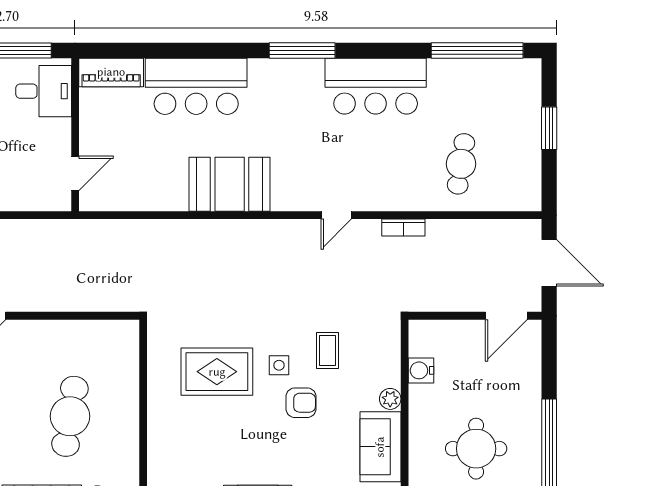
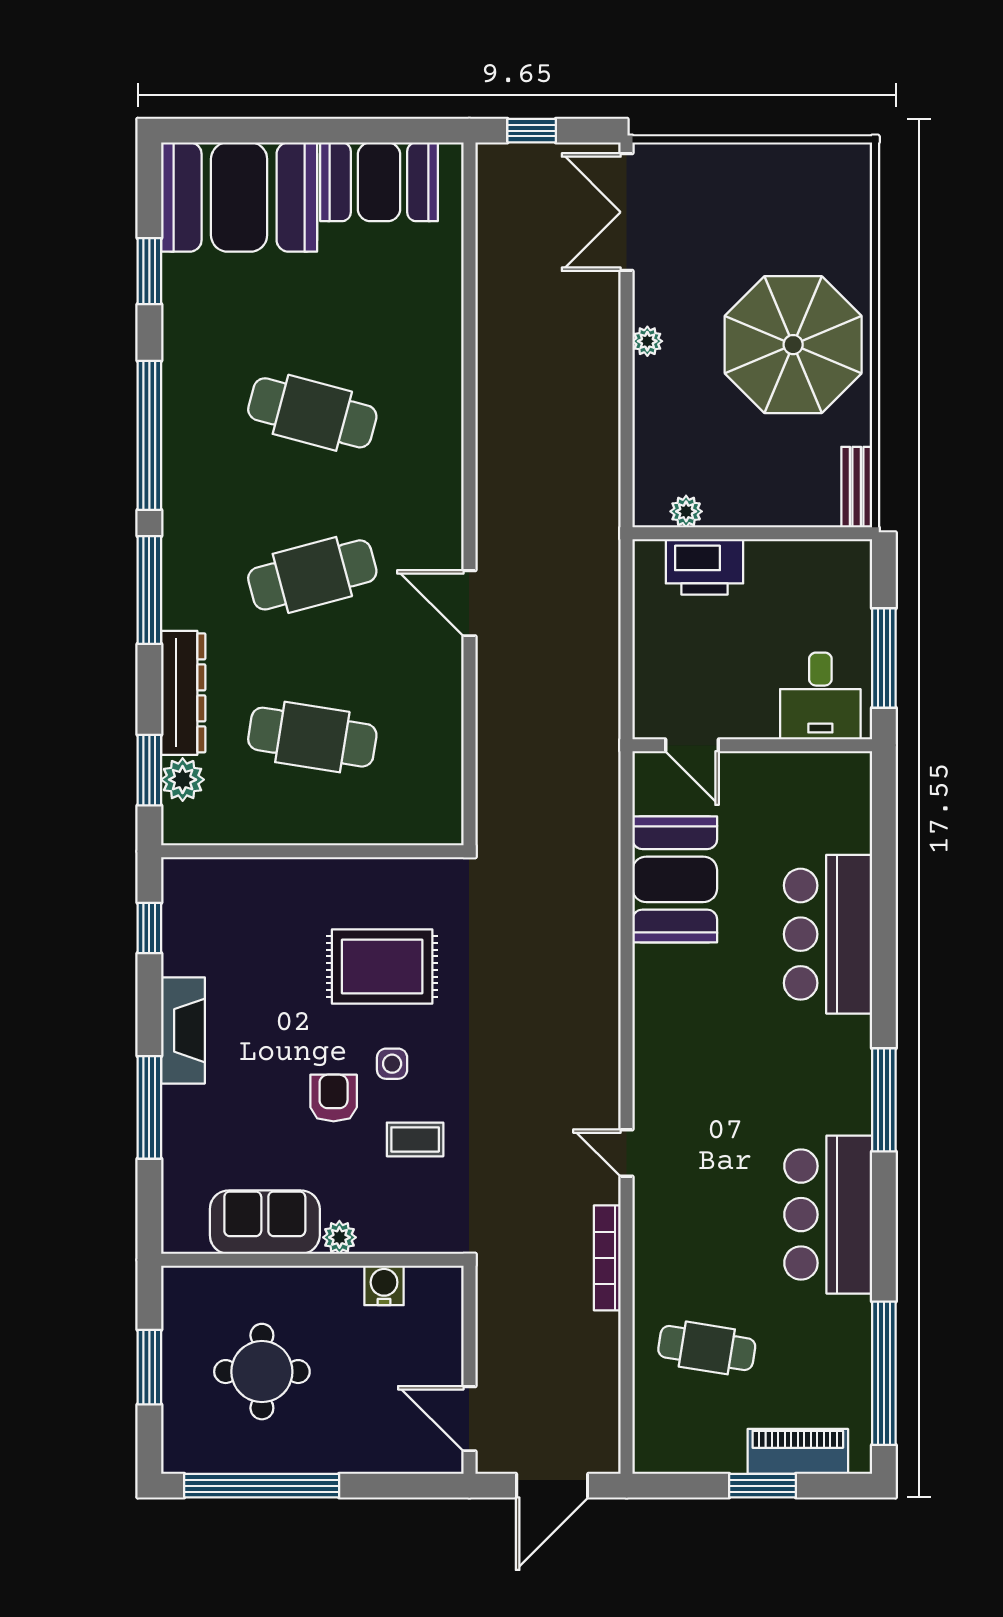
piano: (111, 72) -> (798, 1451), moved, turned 90
booth: (230, 184) -> (675, 879), moved
bookcase: (403, 228) -> (607, 1258), width x1.56
rug: (217, 372) -> (382, 966), turned 90
armchair: (301, 403) -> (334, 1098), turned 180

